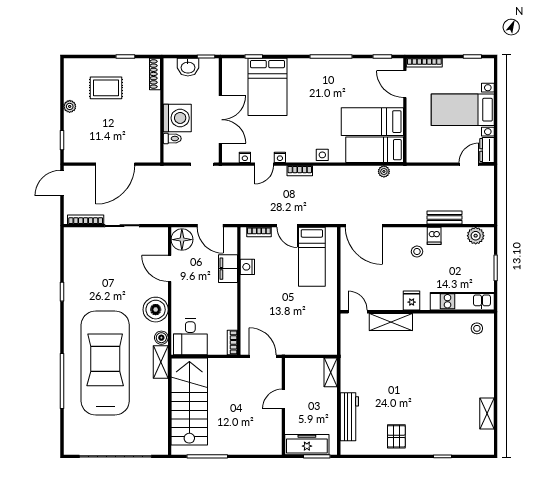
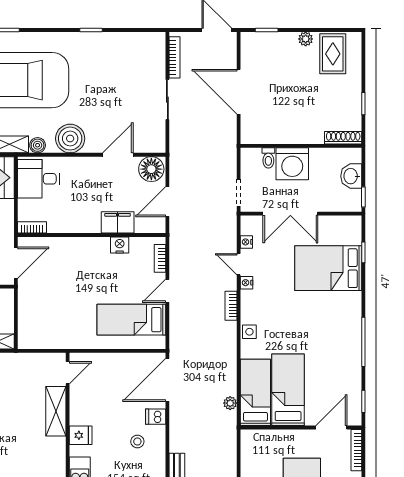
rug: (106, 88) -> (333, 54), moved
dishwasher: (434, 236) -> (156, 417), moved

